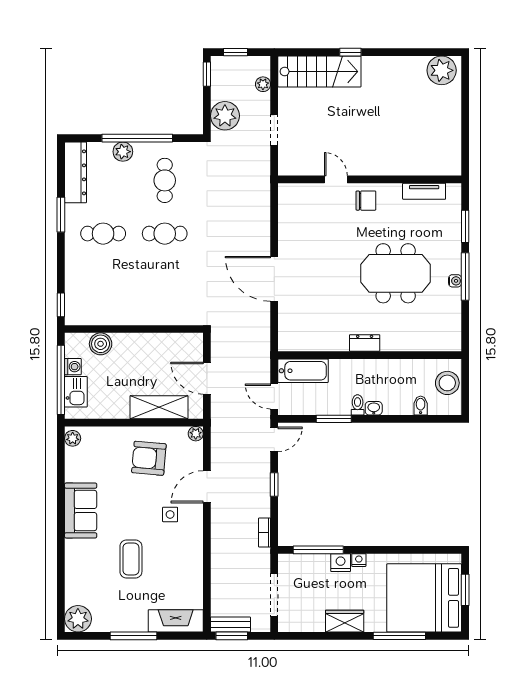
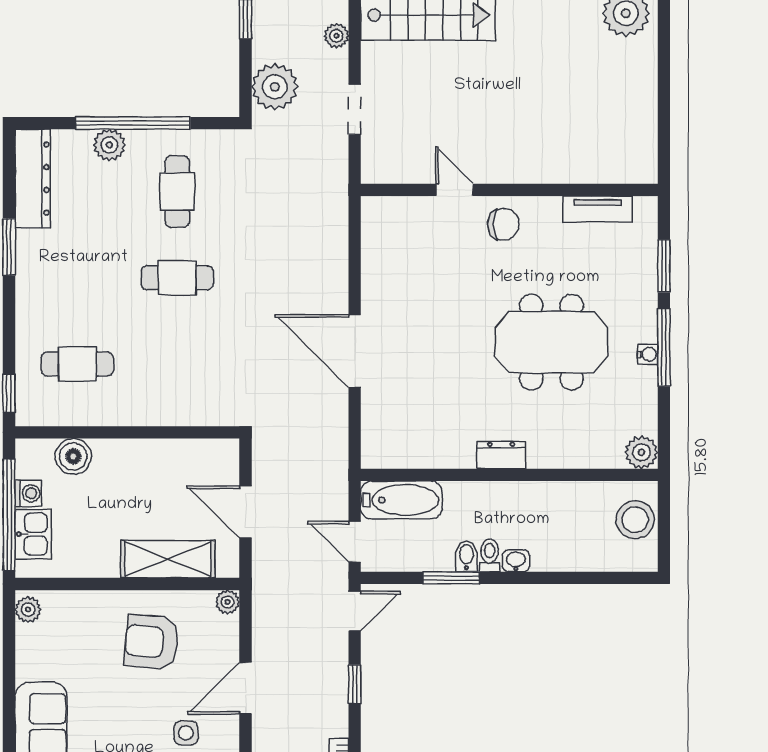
cafe table: (103, 234) -> (77, 364), moved
plant: (451, 341) -> (641, 452), added
bidet: (421, 405) -> (467, 556), moved

